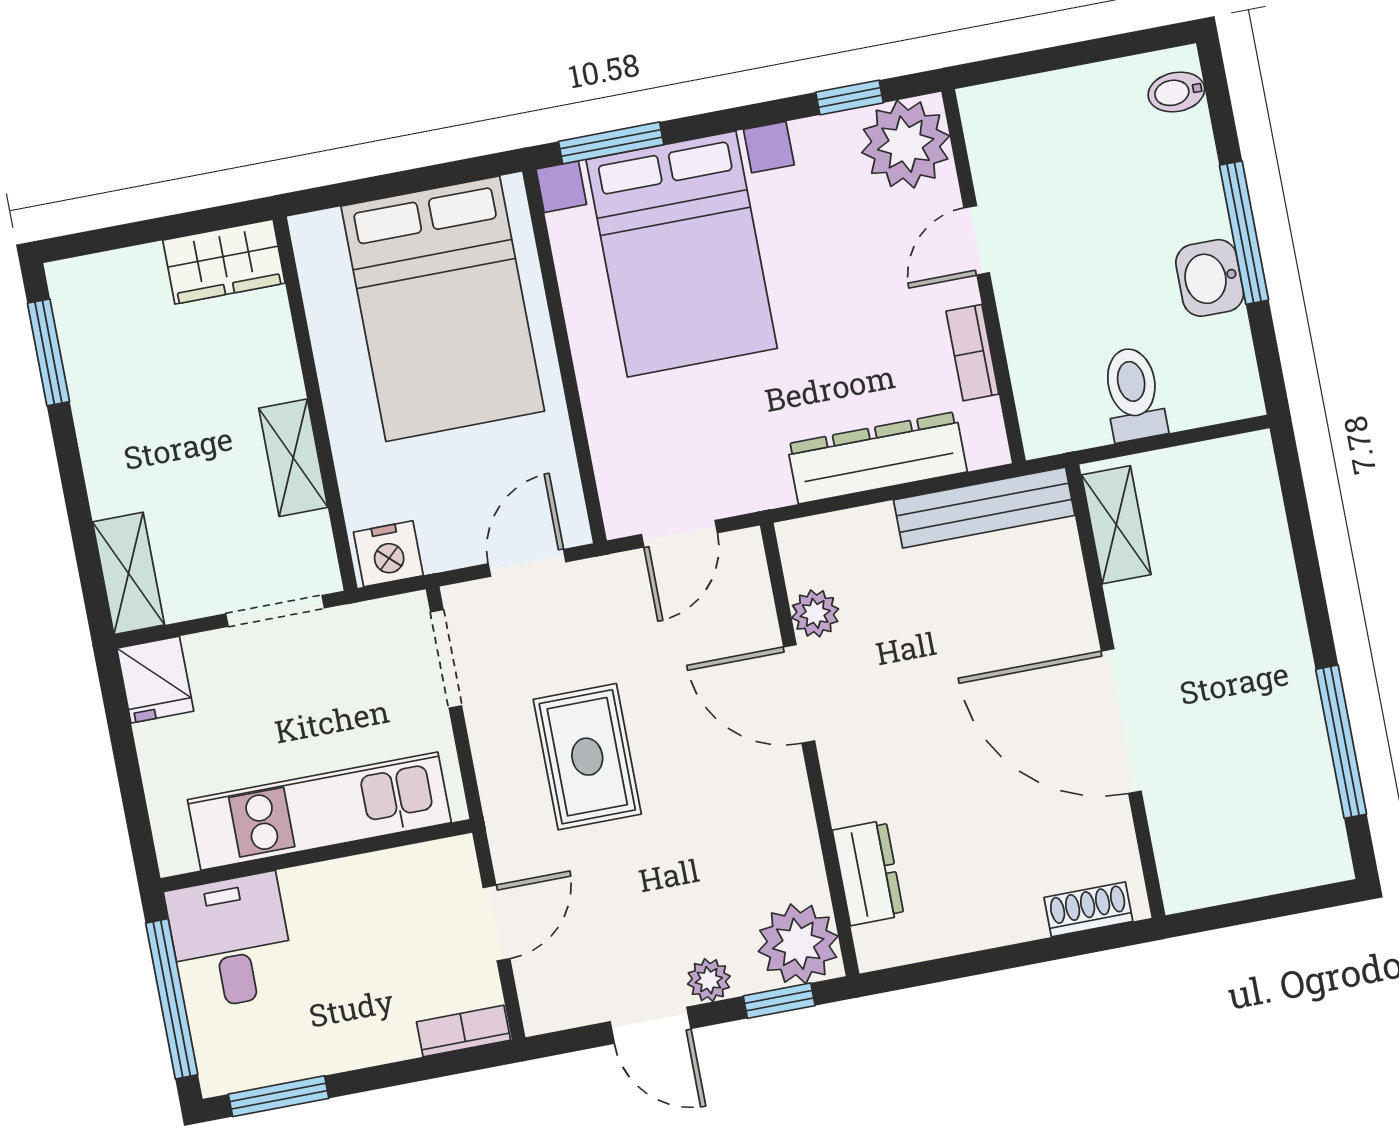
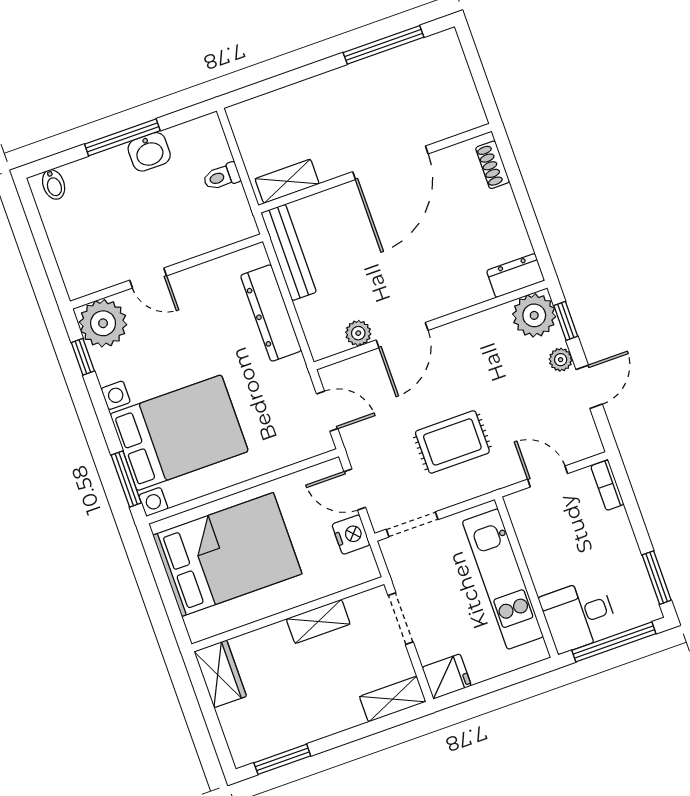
bookcase: (972, 353) -> (208, 271), removed
toilet: (1134, 394) -> (222, 177), width x0.73, depth x0.72
nightstand: (388, 554) -> (351, 535), moved
dresser: (868, 873) -> (516, 275), moved

